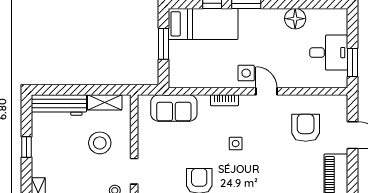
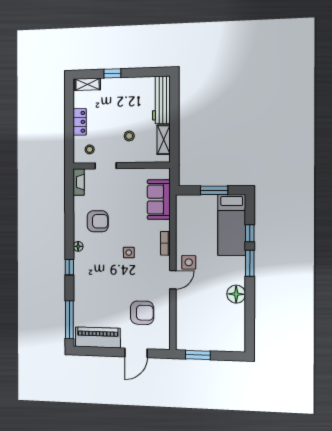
floor lamp: (295, 19) -> (236, 294), moved
desk: (329, 53) -> (206, 335), removed
stool: (100, 143) -> (129, 136), width x0.53, depth x0.53
window: (26, 147) -> (112, 73), moved

